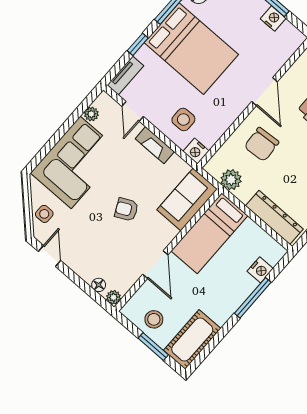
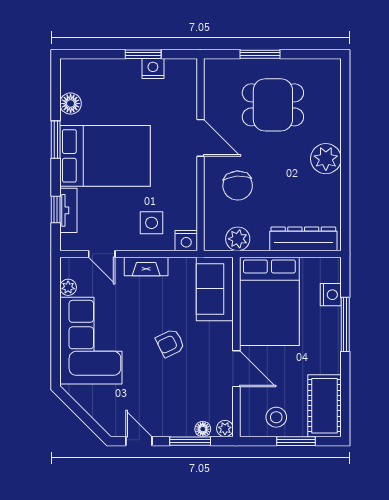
window: (138, 44) -> (56, 210), moved
tv unit: (125, 75) -> (68, 210), moved
side table: (44, 214) -> (103, 409), removed
bed: (209, 233) -> (269, 301), width x1.50
window: (83, 286) -> (190, 441), added

